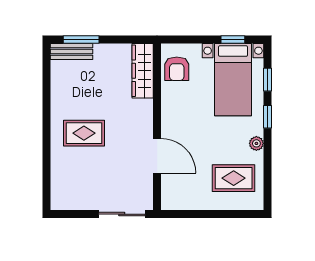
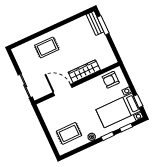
wardrobe: (143, 71) -> (84, 71), moved
rug: (84, 133) -> (47, 47), moved, turned 90
door: (157, 156) -> (63, 90), swing flipped
rug: (234, 178) -> (69, 133), turned 90

